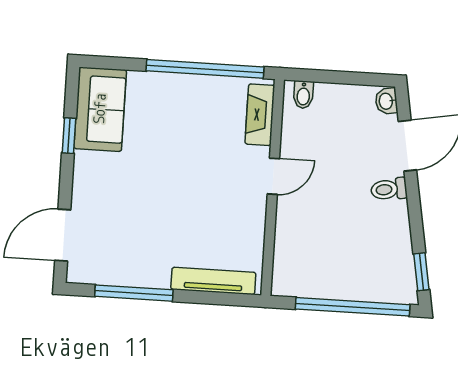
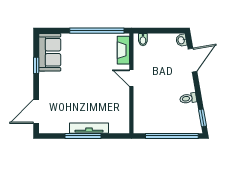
door: (273, 176) -> (131, 78), swing flipped
toilet: (389, 189) -> (188, 98), moved
tv unit: (213, 281) -> (89, 128), moved
window: (134, 293) -> (83, 136), moved

